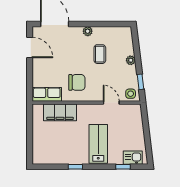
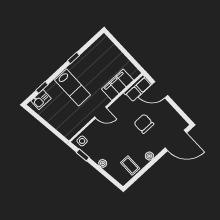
door: (30, 47) -> (160, 90), moved
coffee table: (100, 54) -> (130, 165), moved
chair: (77, 82) -> (144, 124), moved, turned 90
door: (111, 103) -> (101, 113), moved

